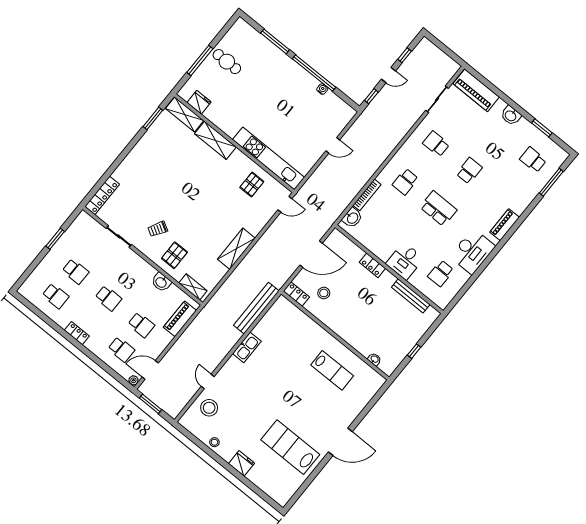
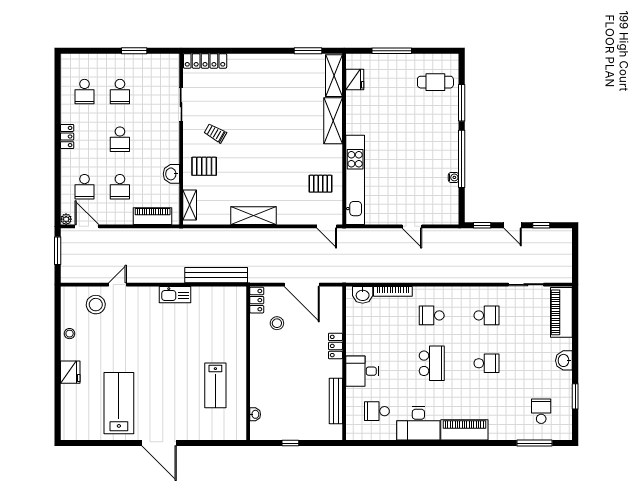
cafe table: (227, 62) -> (435, 82), moved, turned 90
school desk: (436, 144) -> (486, 315), turned 90
piano: (505, 225) -> (464, 430), width x1.37, depth x1.33

